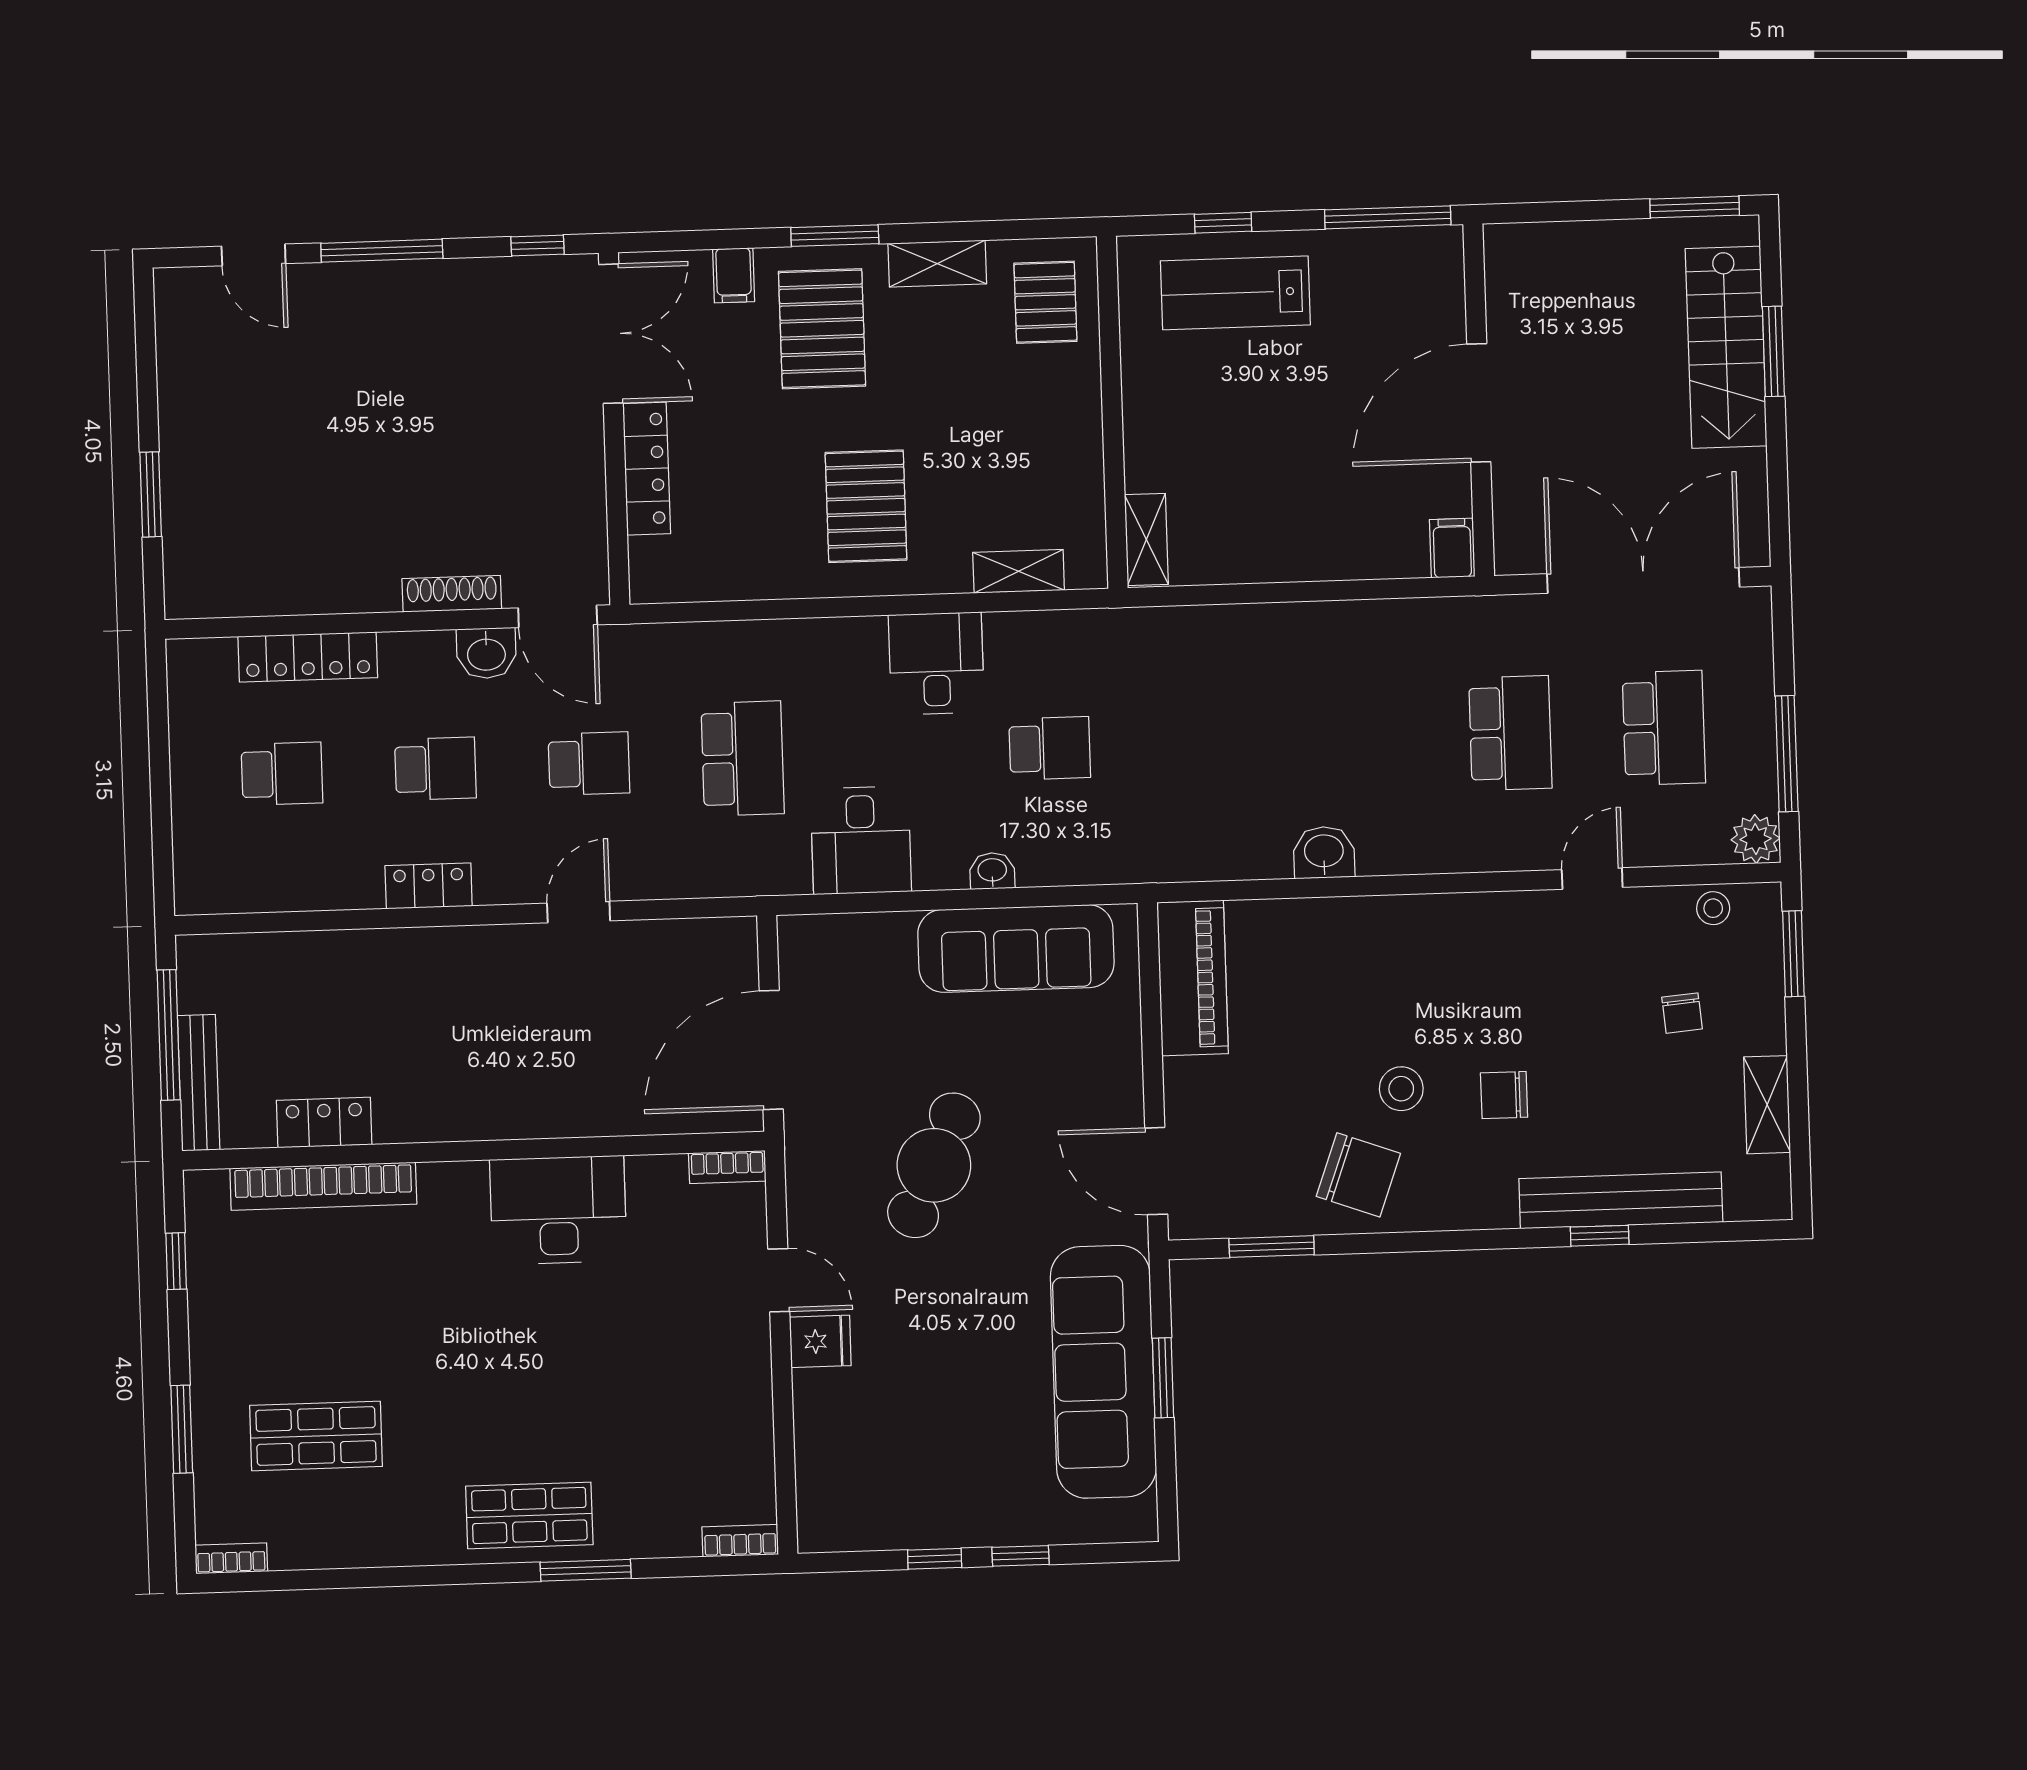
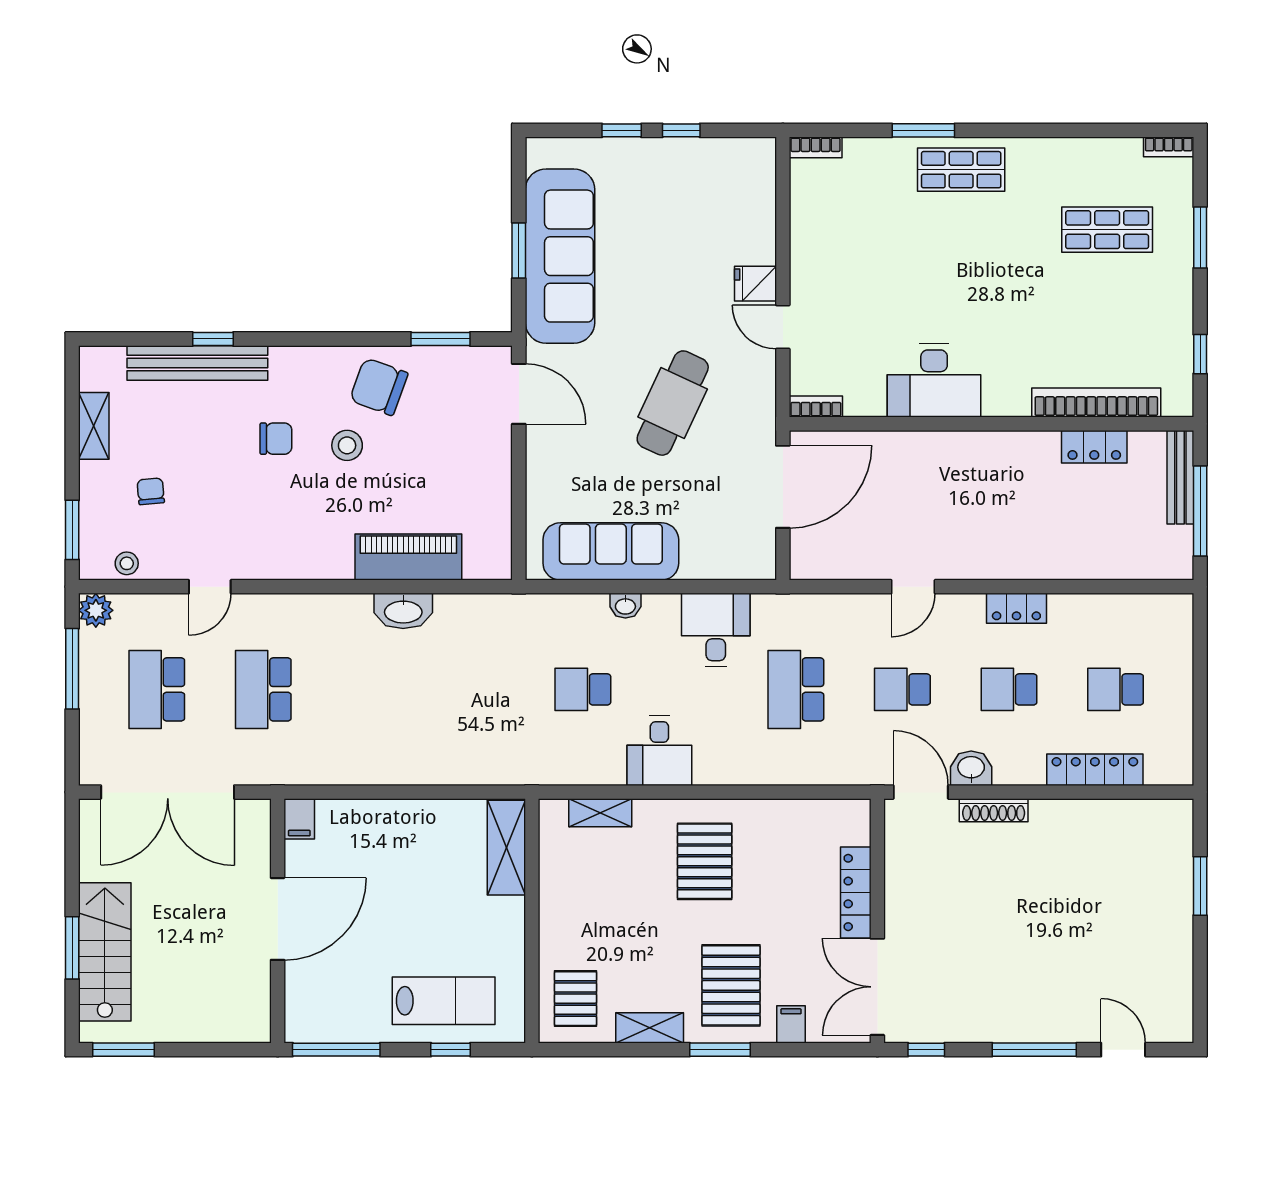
shelving: (1146, 540) -> (506, 848), width x1.50, depth x1.33
washbasin: (1324, 852) -> (403, 611), width x1.38
piano: (1193, 978) -> (408, 557), moved, turned 90

